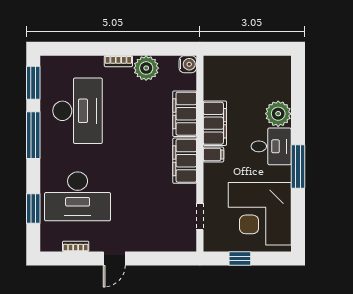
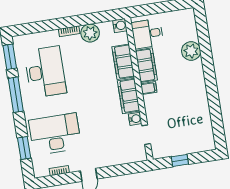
desk: (271, 146) -> (147, 34), moved, turned 180
window: (298, 166) -> (211, 87), removed
water cooler: (188, 193) -> (135, 119), added
desk: (78, 196) -> (55, 134), turned 180
corner desk: (260, 214) -> (189, 126), removed

